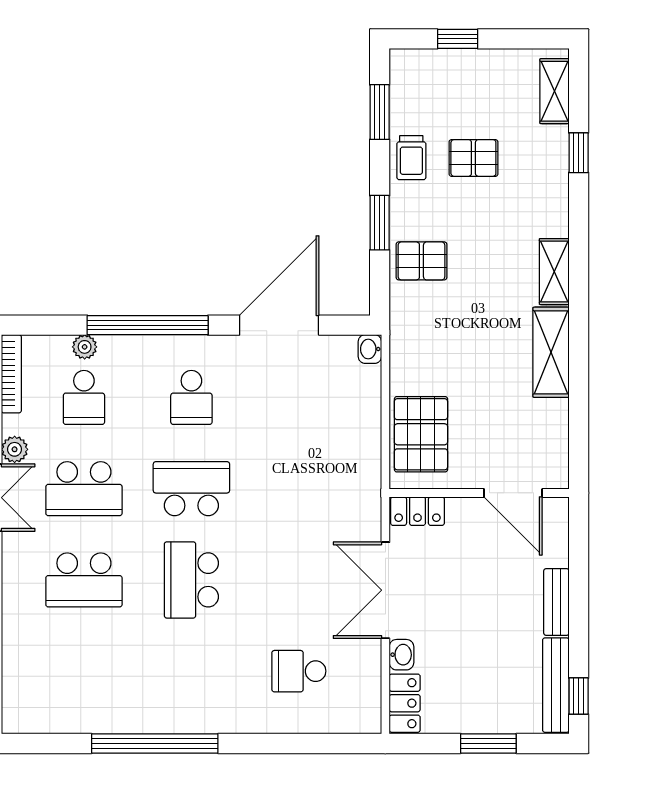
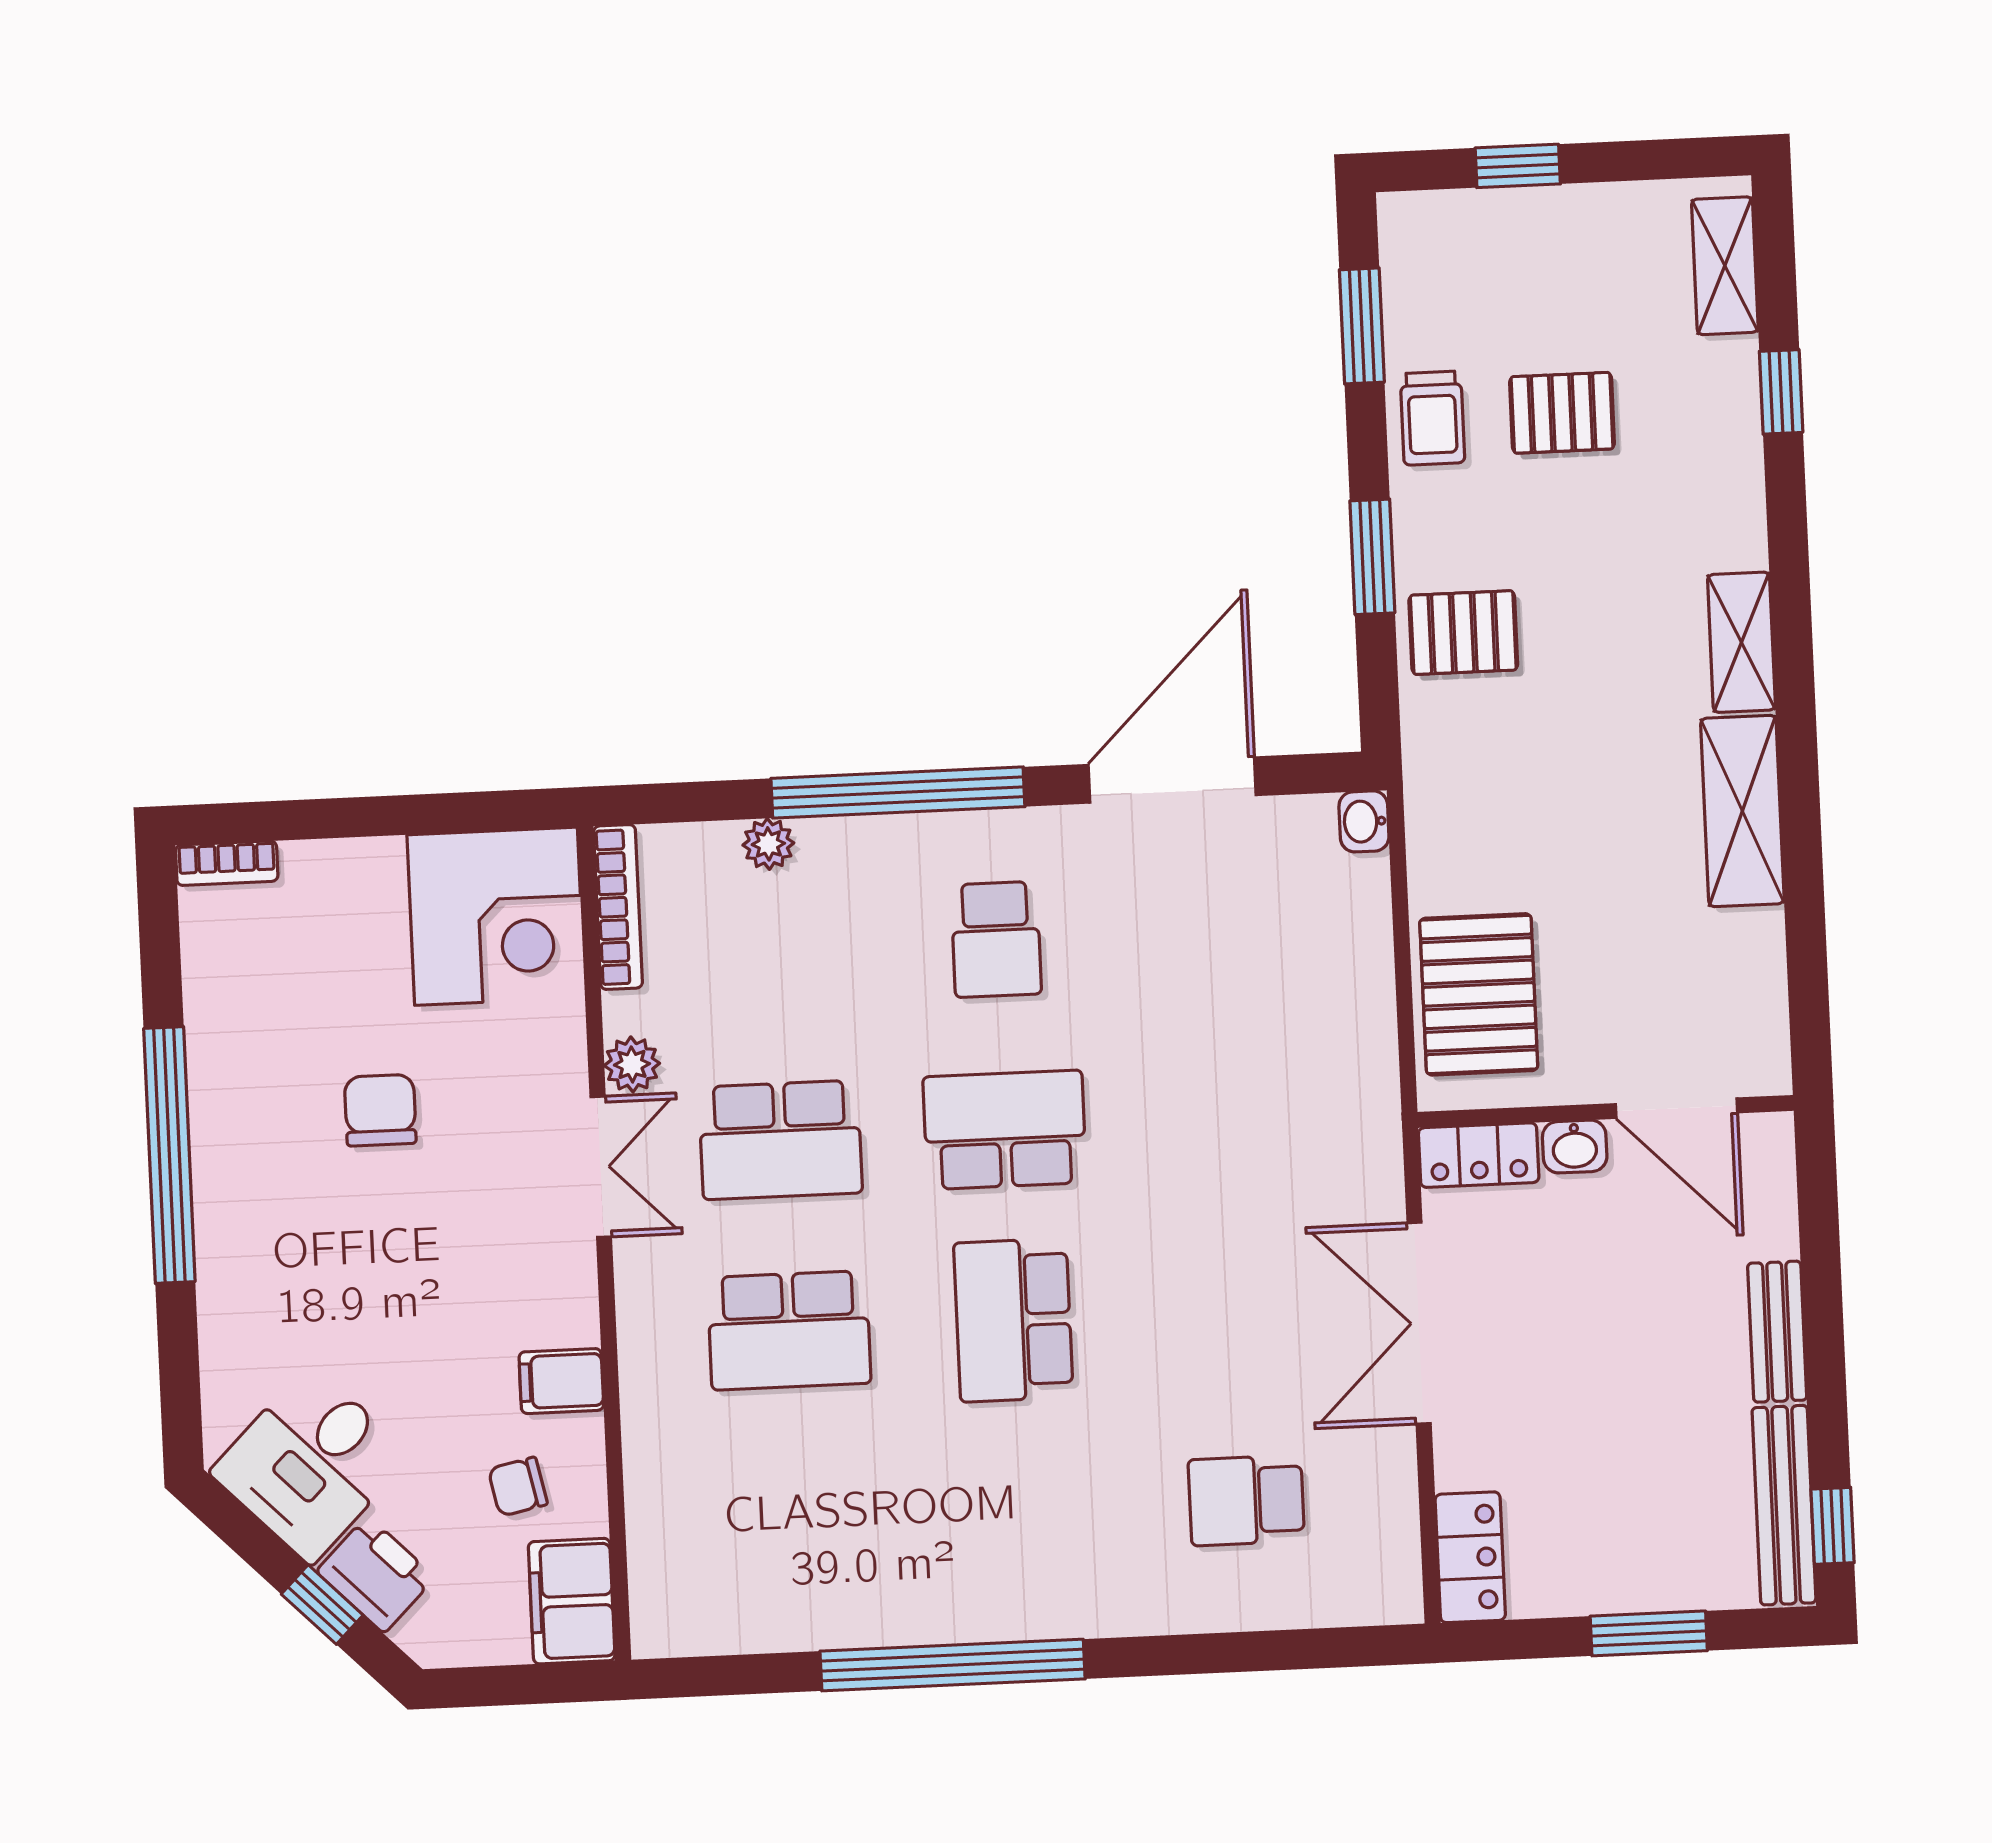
school desk: (84, 397) -> (772, 950), removed
washbasin: (401, 655) -> (1575, 1147), moved, turned 90

